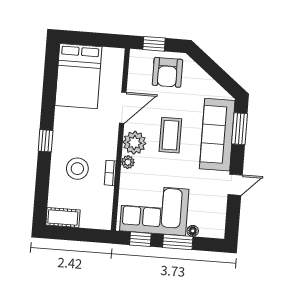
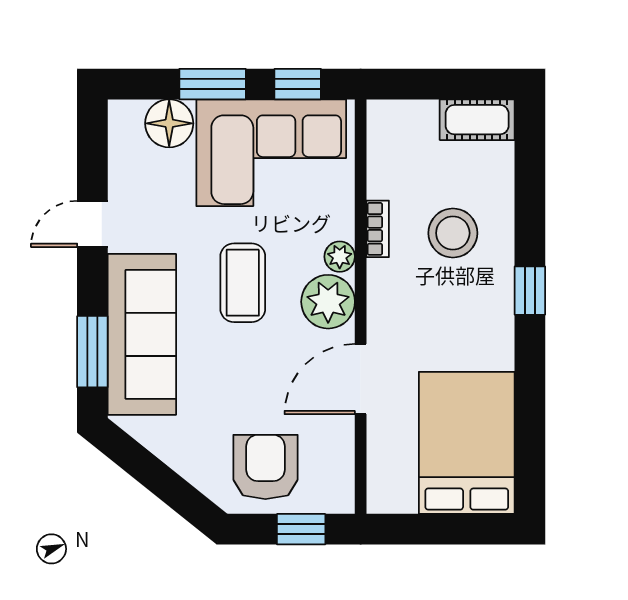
coffee table: (170, 135) -> (243, 283), moved
floor lamp: (193, 231) -> (169, 123), width x1.89, depth x1.89

